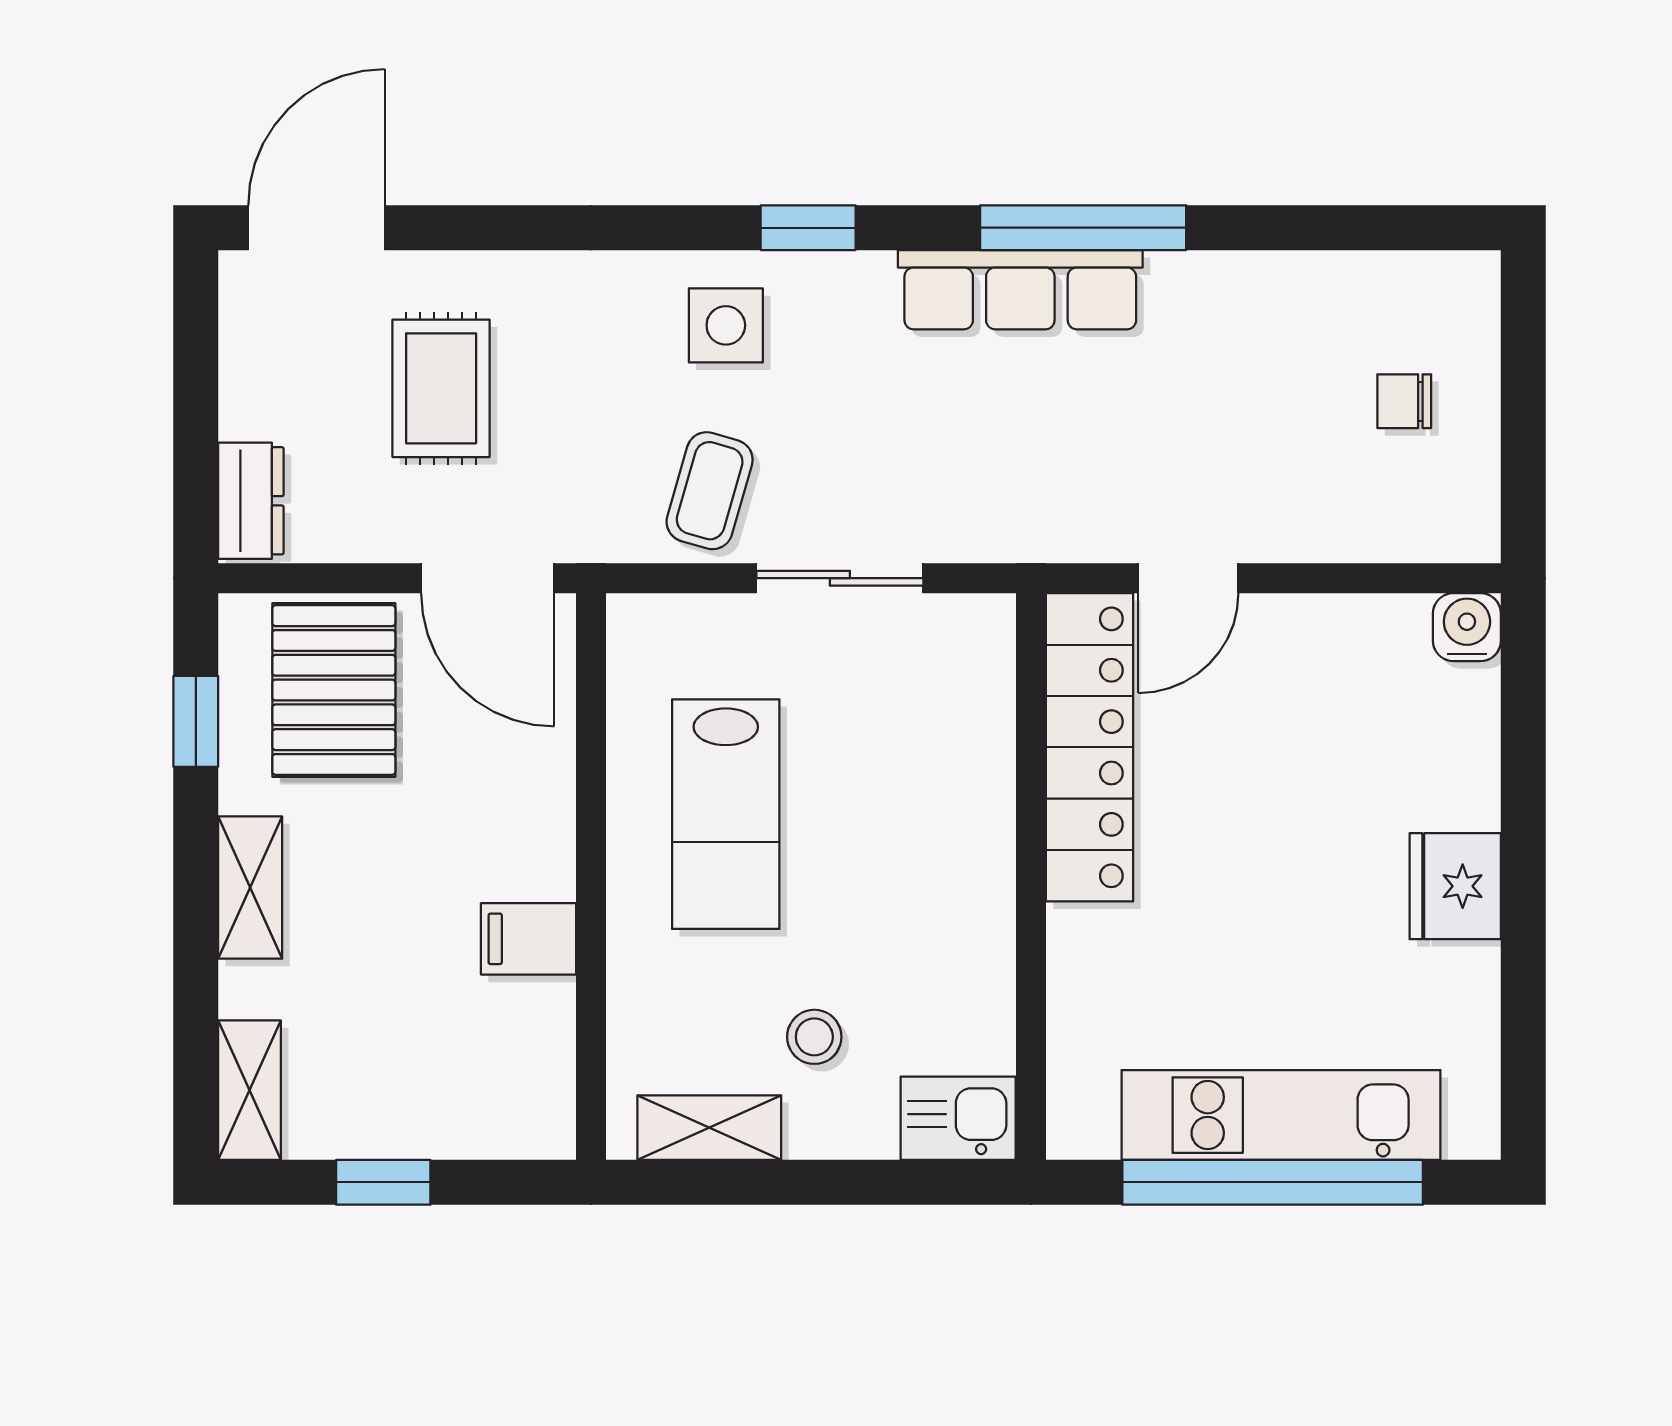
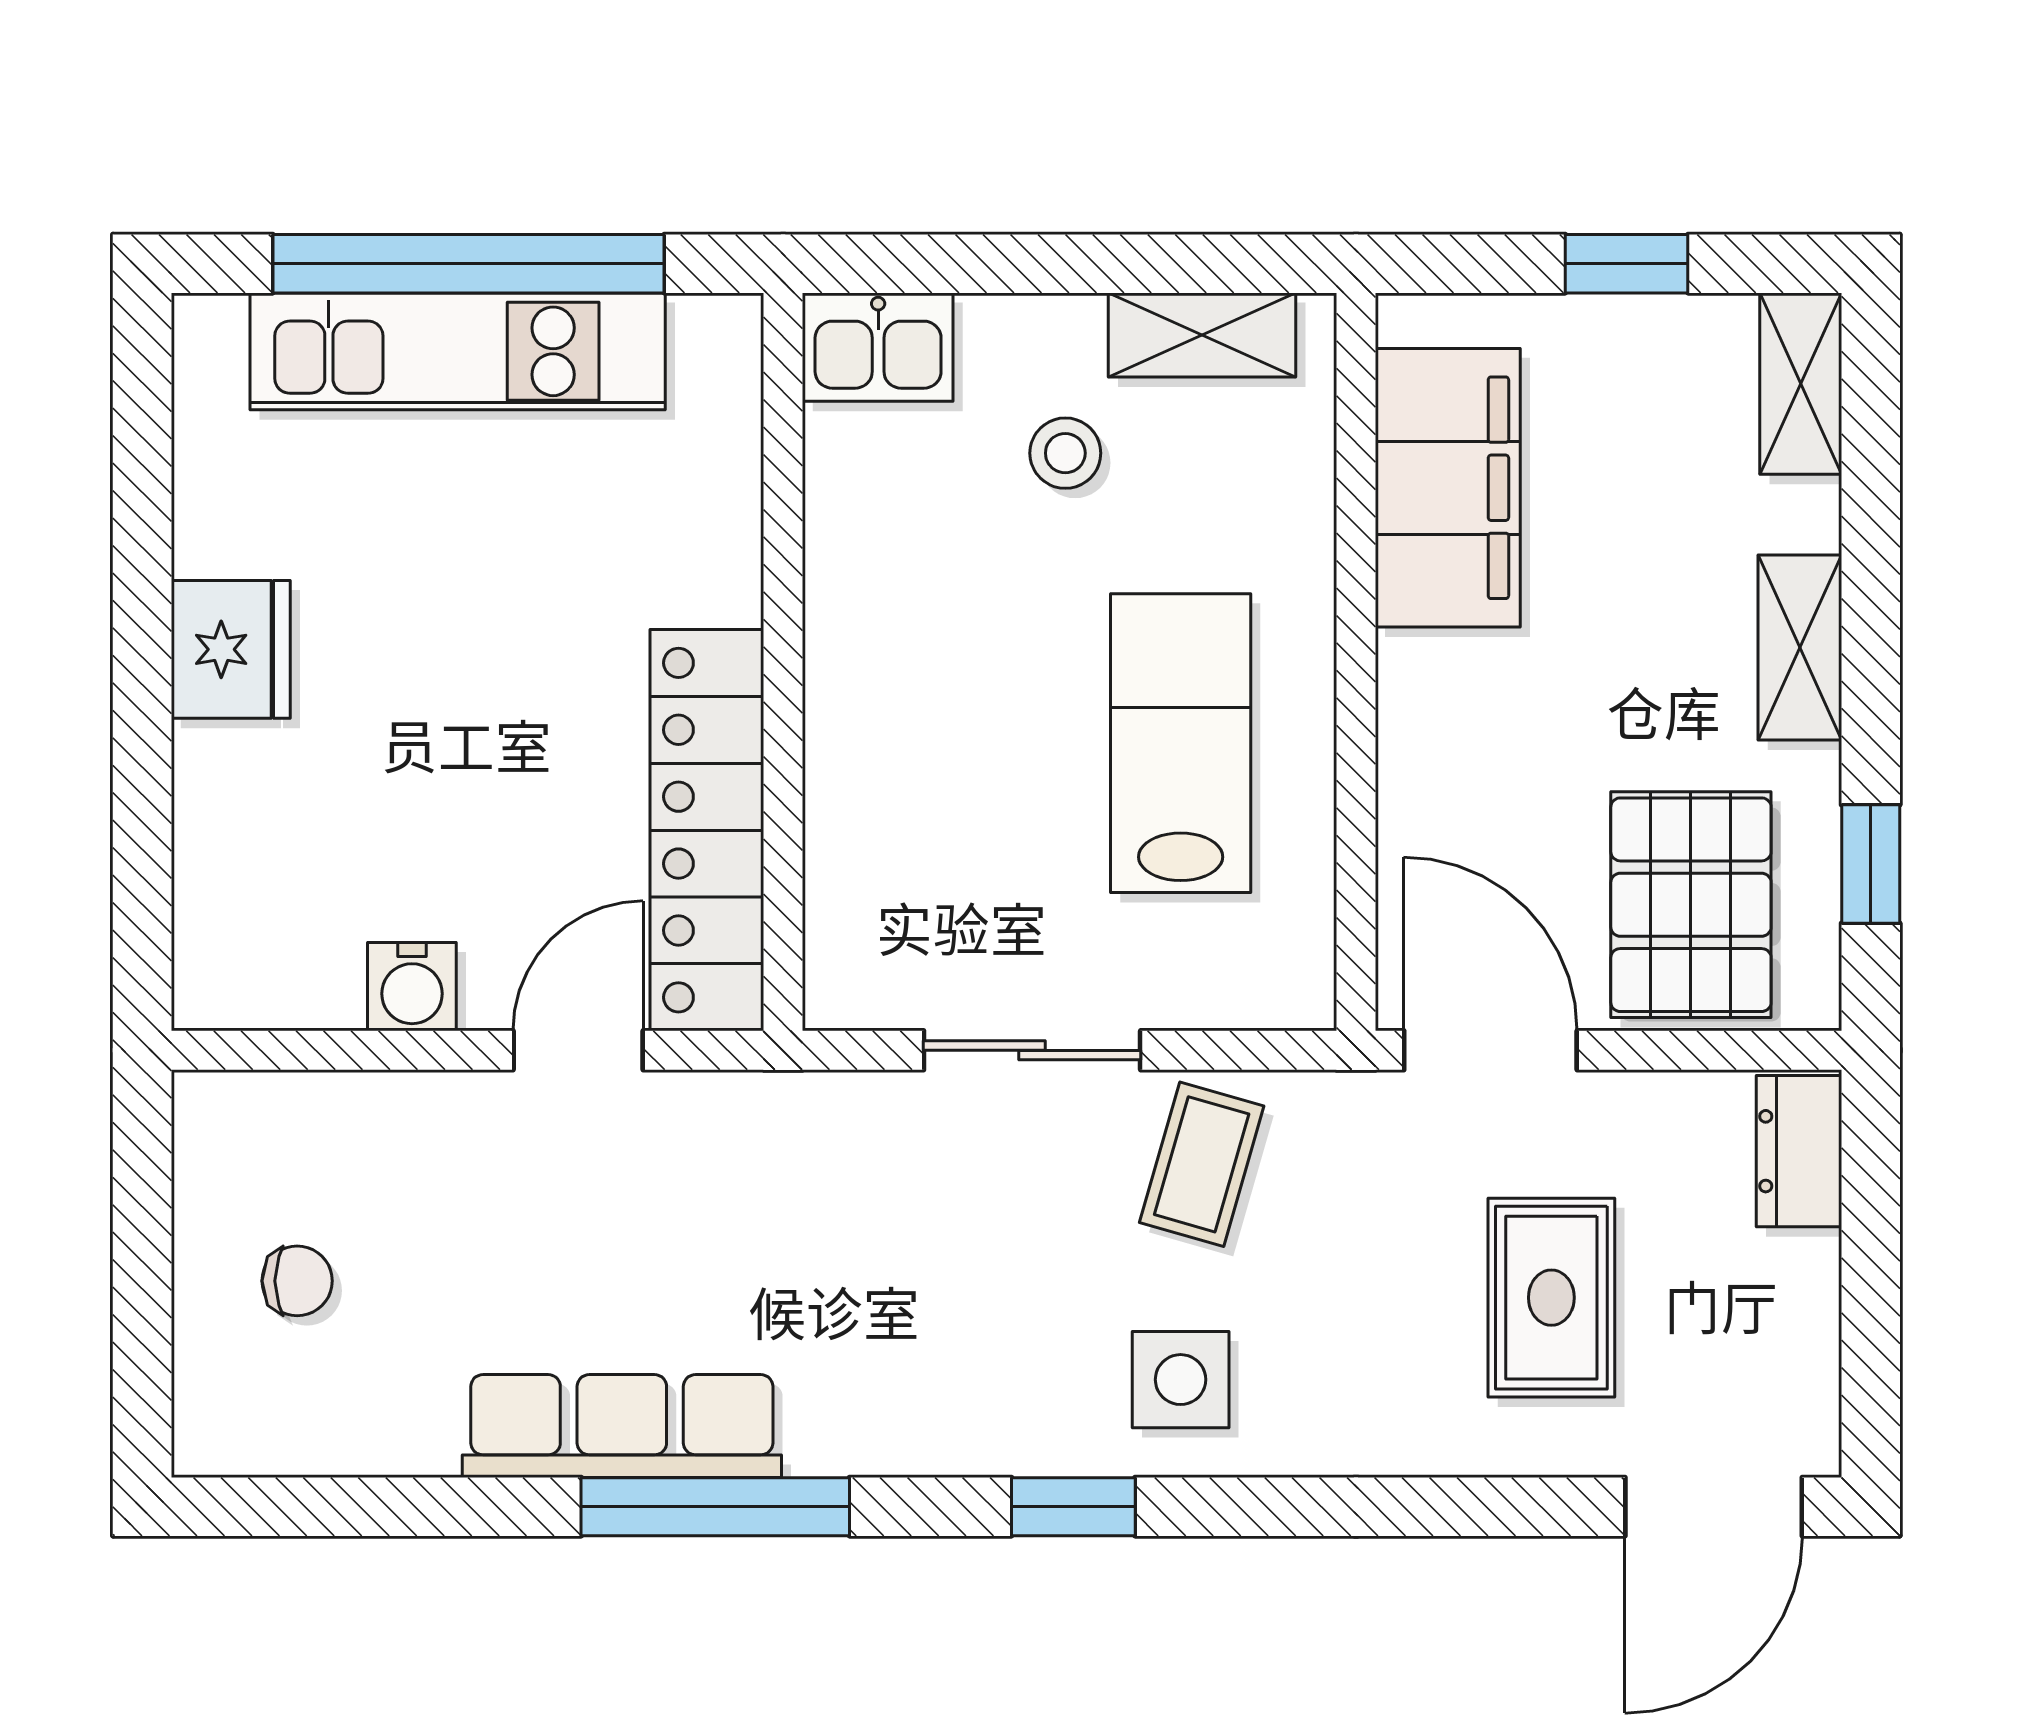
row of seats: (1020, 290) -> (622, 1426), moved
water cooler: (1467, 627) -> (412, 987), moved
filing cabinet: (529, 939) -> (1448, 488), width x3.00, depth x1.17

